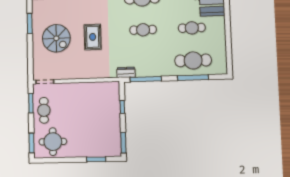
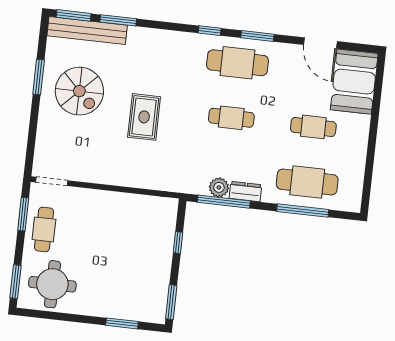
spiral stairs: (56, 38) -> (79, 91), moved
plant: (142, 71) -> (219, 187), added
dresser: (126, 72) -> (245, 192), moved

